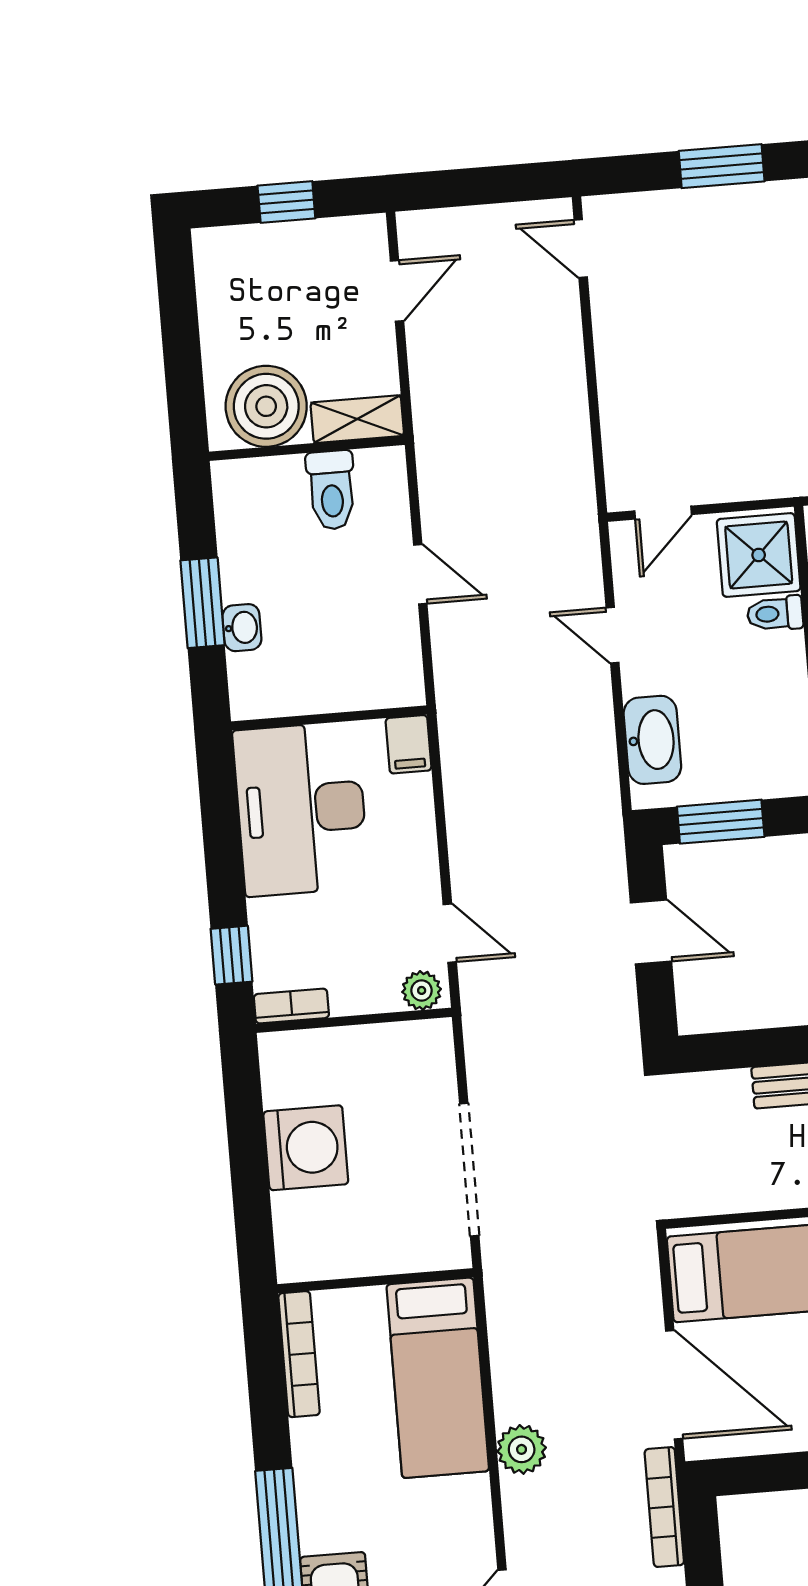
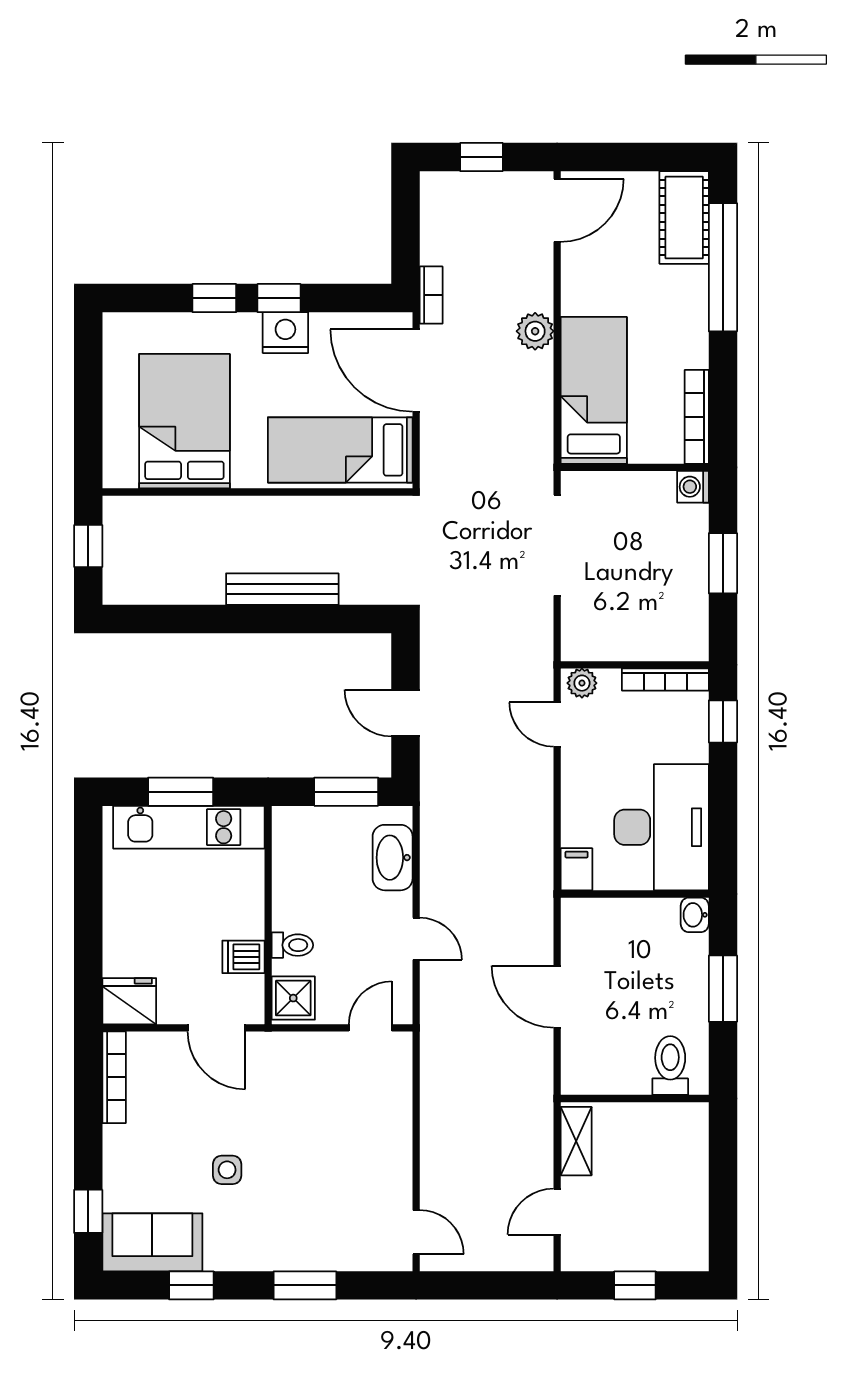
boiler: (266, 406) -> (663, 1133), removed
shelving: (357, 419) -> (576, 1141), moved, turned 90
toilet: (331, 490) -> (670, 1066), moved
shower: (759, 555) -> (293, 998), width x0.73, depth x0.73
door: (420, 574) -> (557, 997), width x1.38
washbasin: (242, 628) -> (695, 915), moved
bookcase: (291, 1006) -> (665, 679), width x1.56
washing machine: (306, 1148) -> (693, 487), moved, width x0.53, depth x0.53
window: (249, 1164) -> (723, 563), added
bookcase: (664, 1507) -> (431, 295), width x0.64

